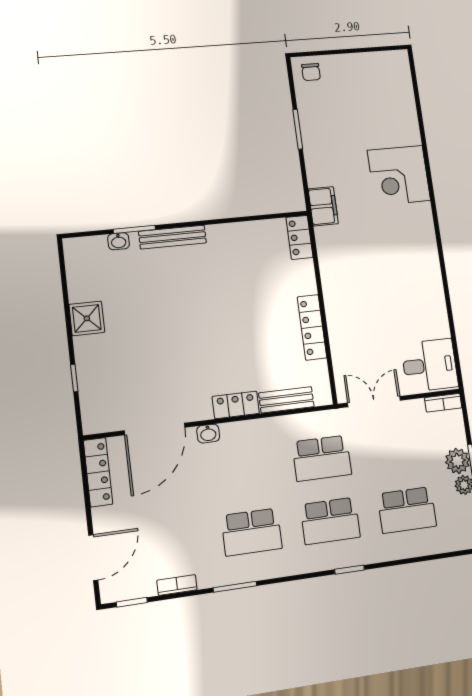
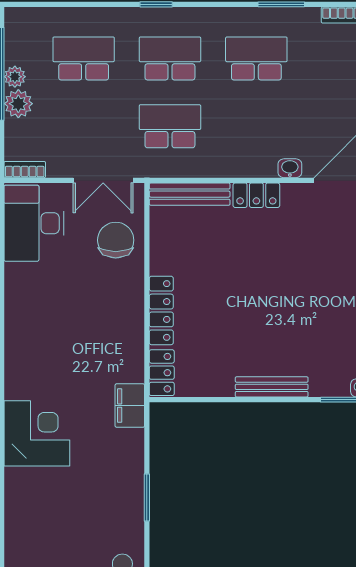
bench: (173, 237) -> (272, 387), moved
locker: (312, 327) -> (161, 310), moved
chair: (356, 350) -> (116, 240), added
desk: (430, 365) -> (34, 223), width x1.37
bench: (286, 400) -> (190, 194), width x1.36

